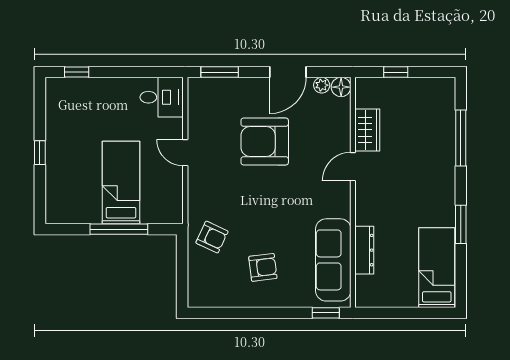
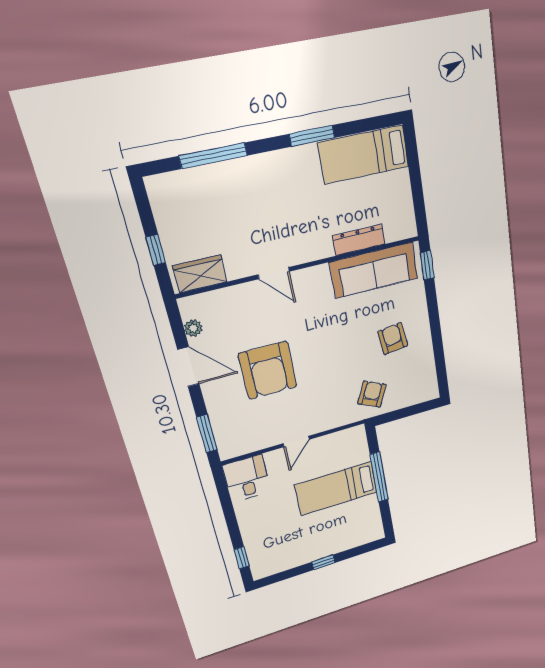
floor lamp: (341, 87) -> (190, 307), removed
wardrobe: (367, 130) -> (200, 274), moved

